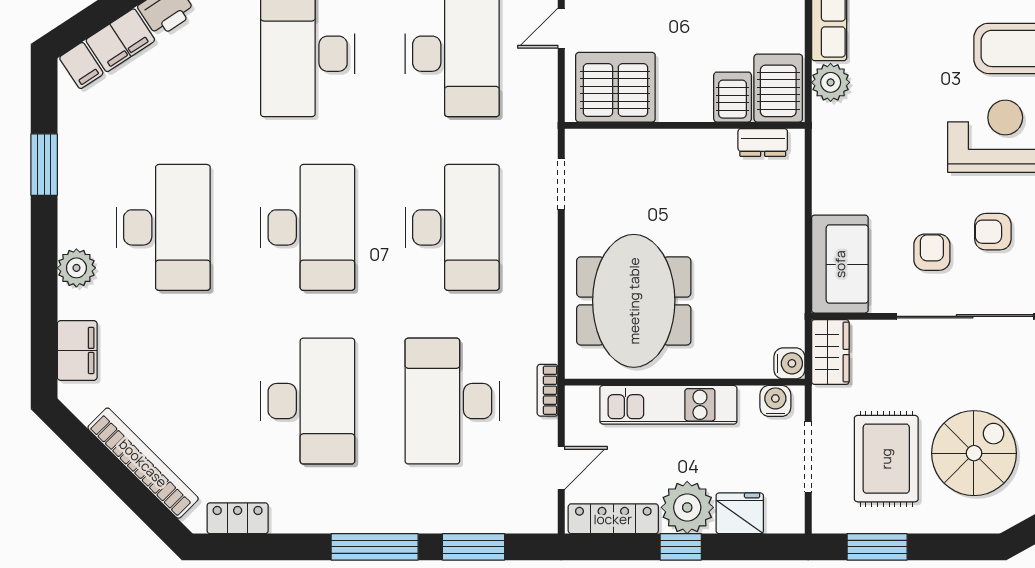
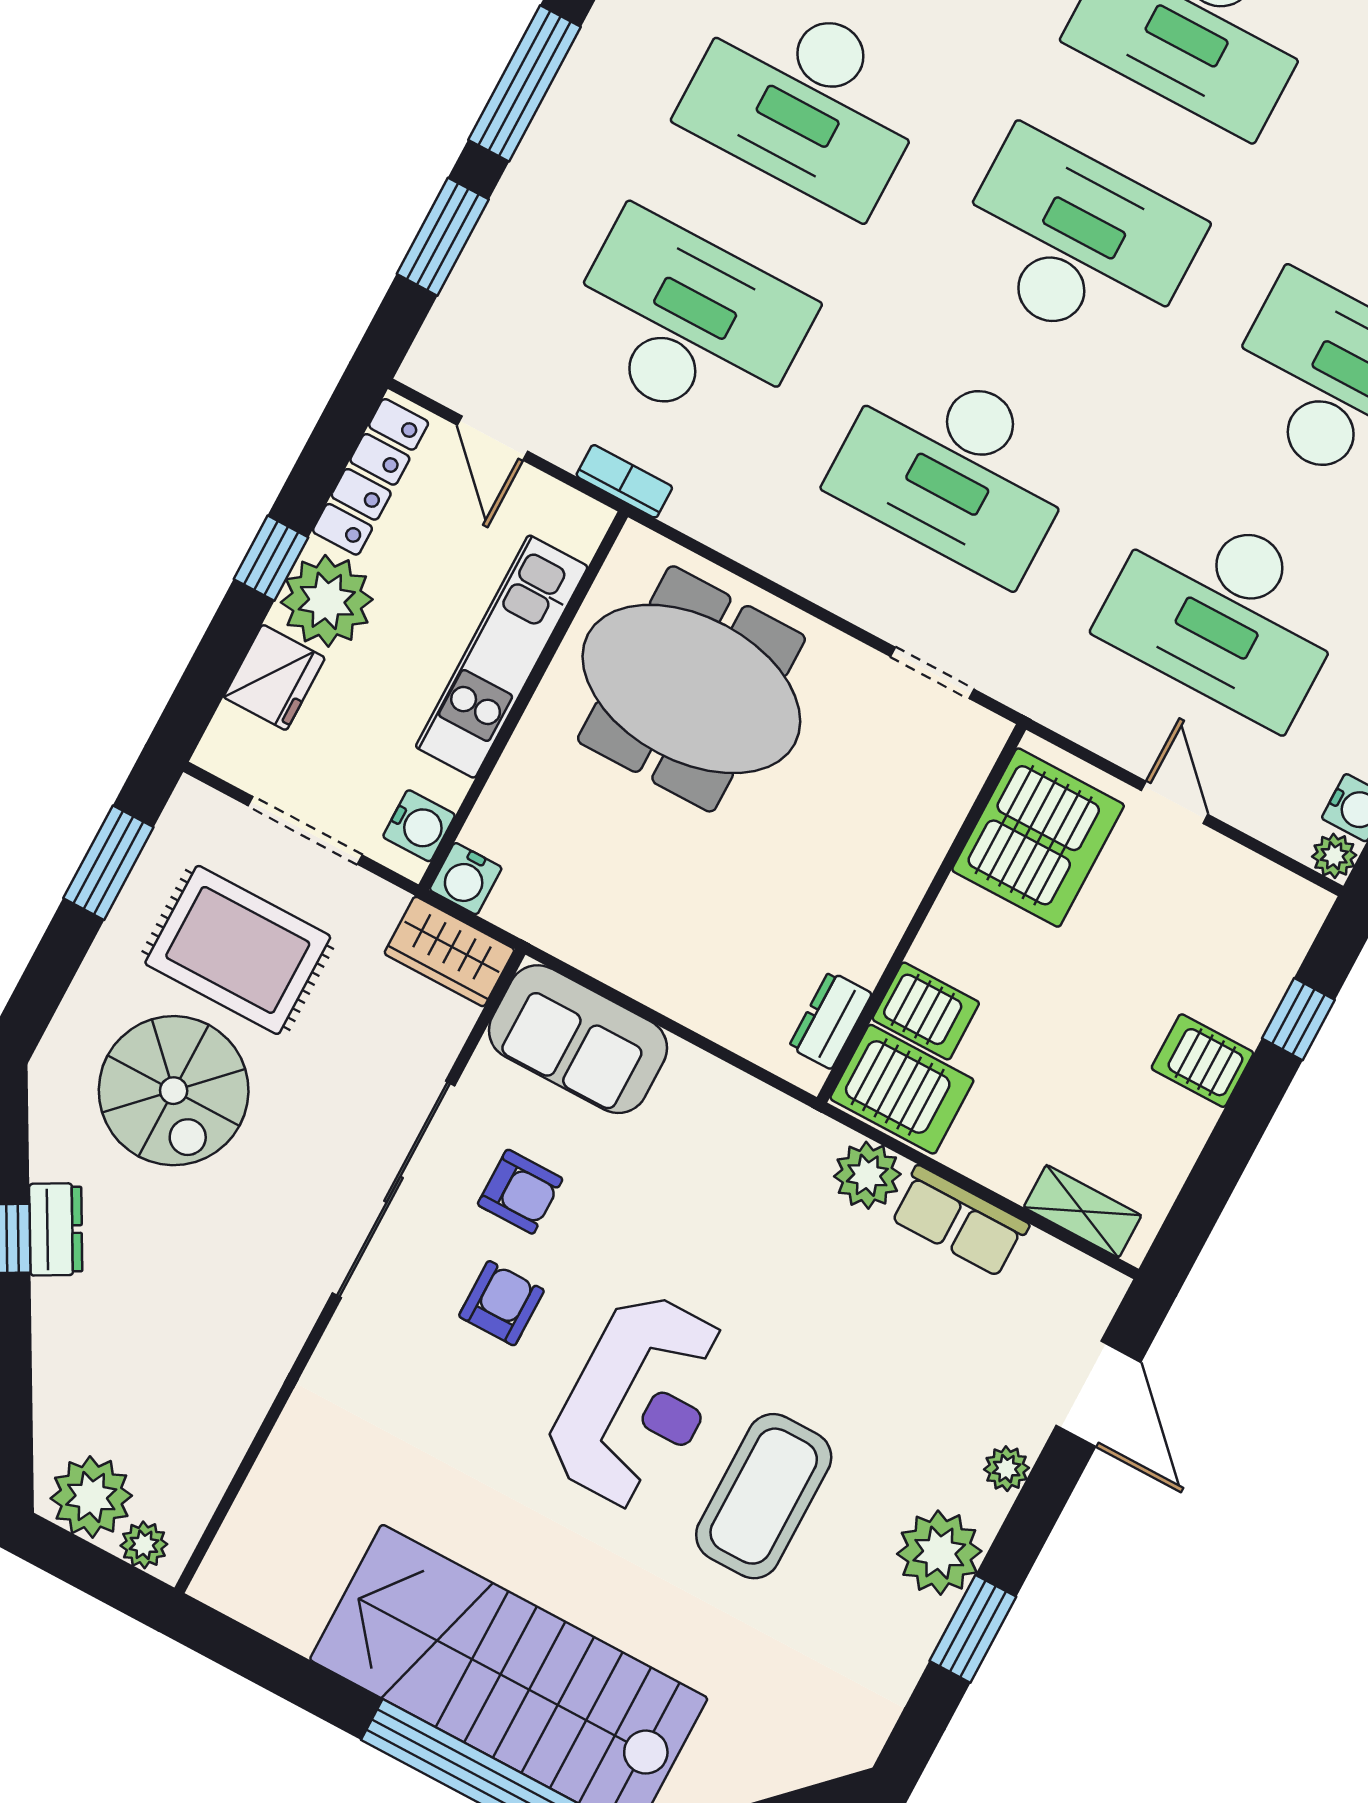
desk: (308, 227) -> (1076, 244), turned 180

